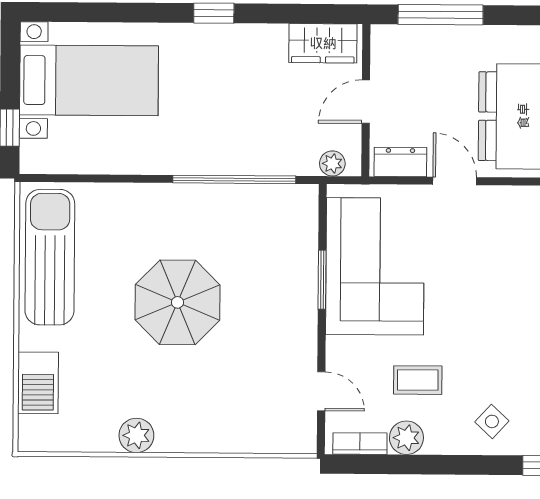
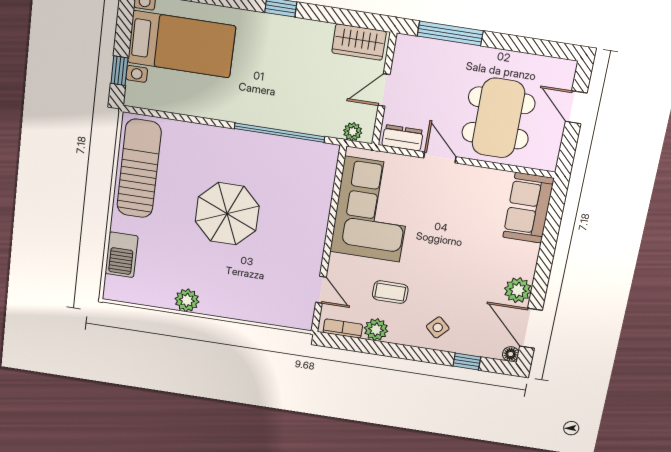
window: (322, 280) -> (333, 213), removed

